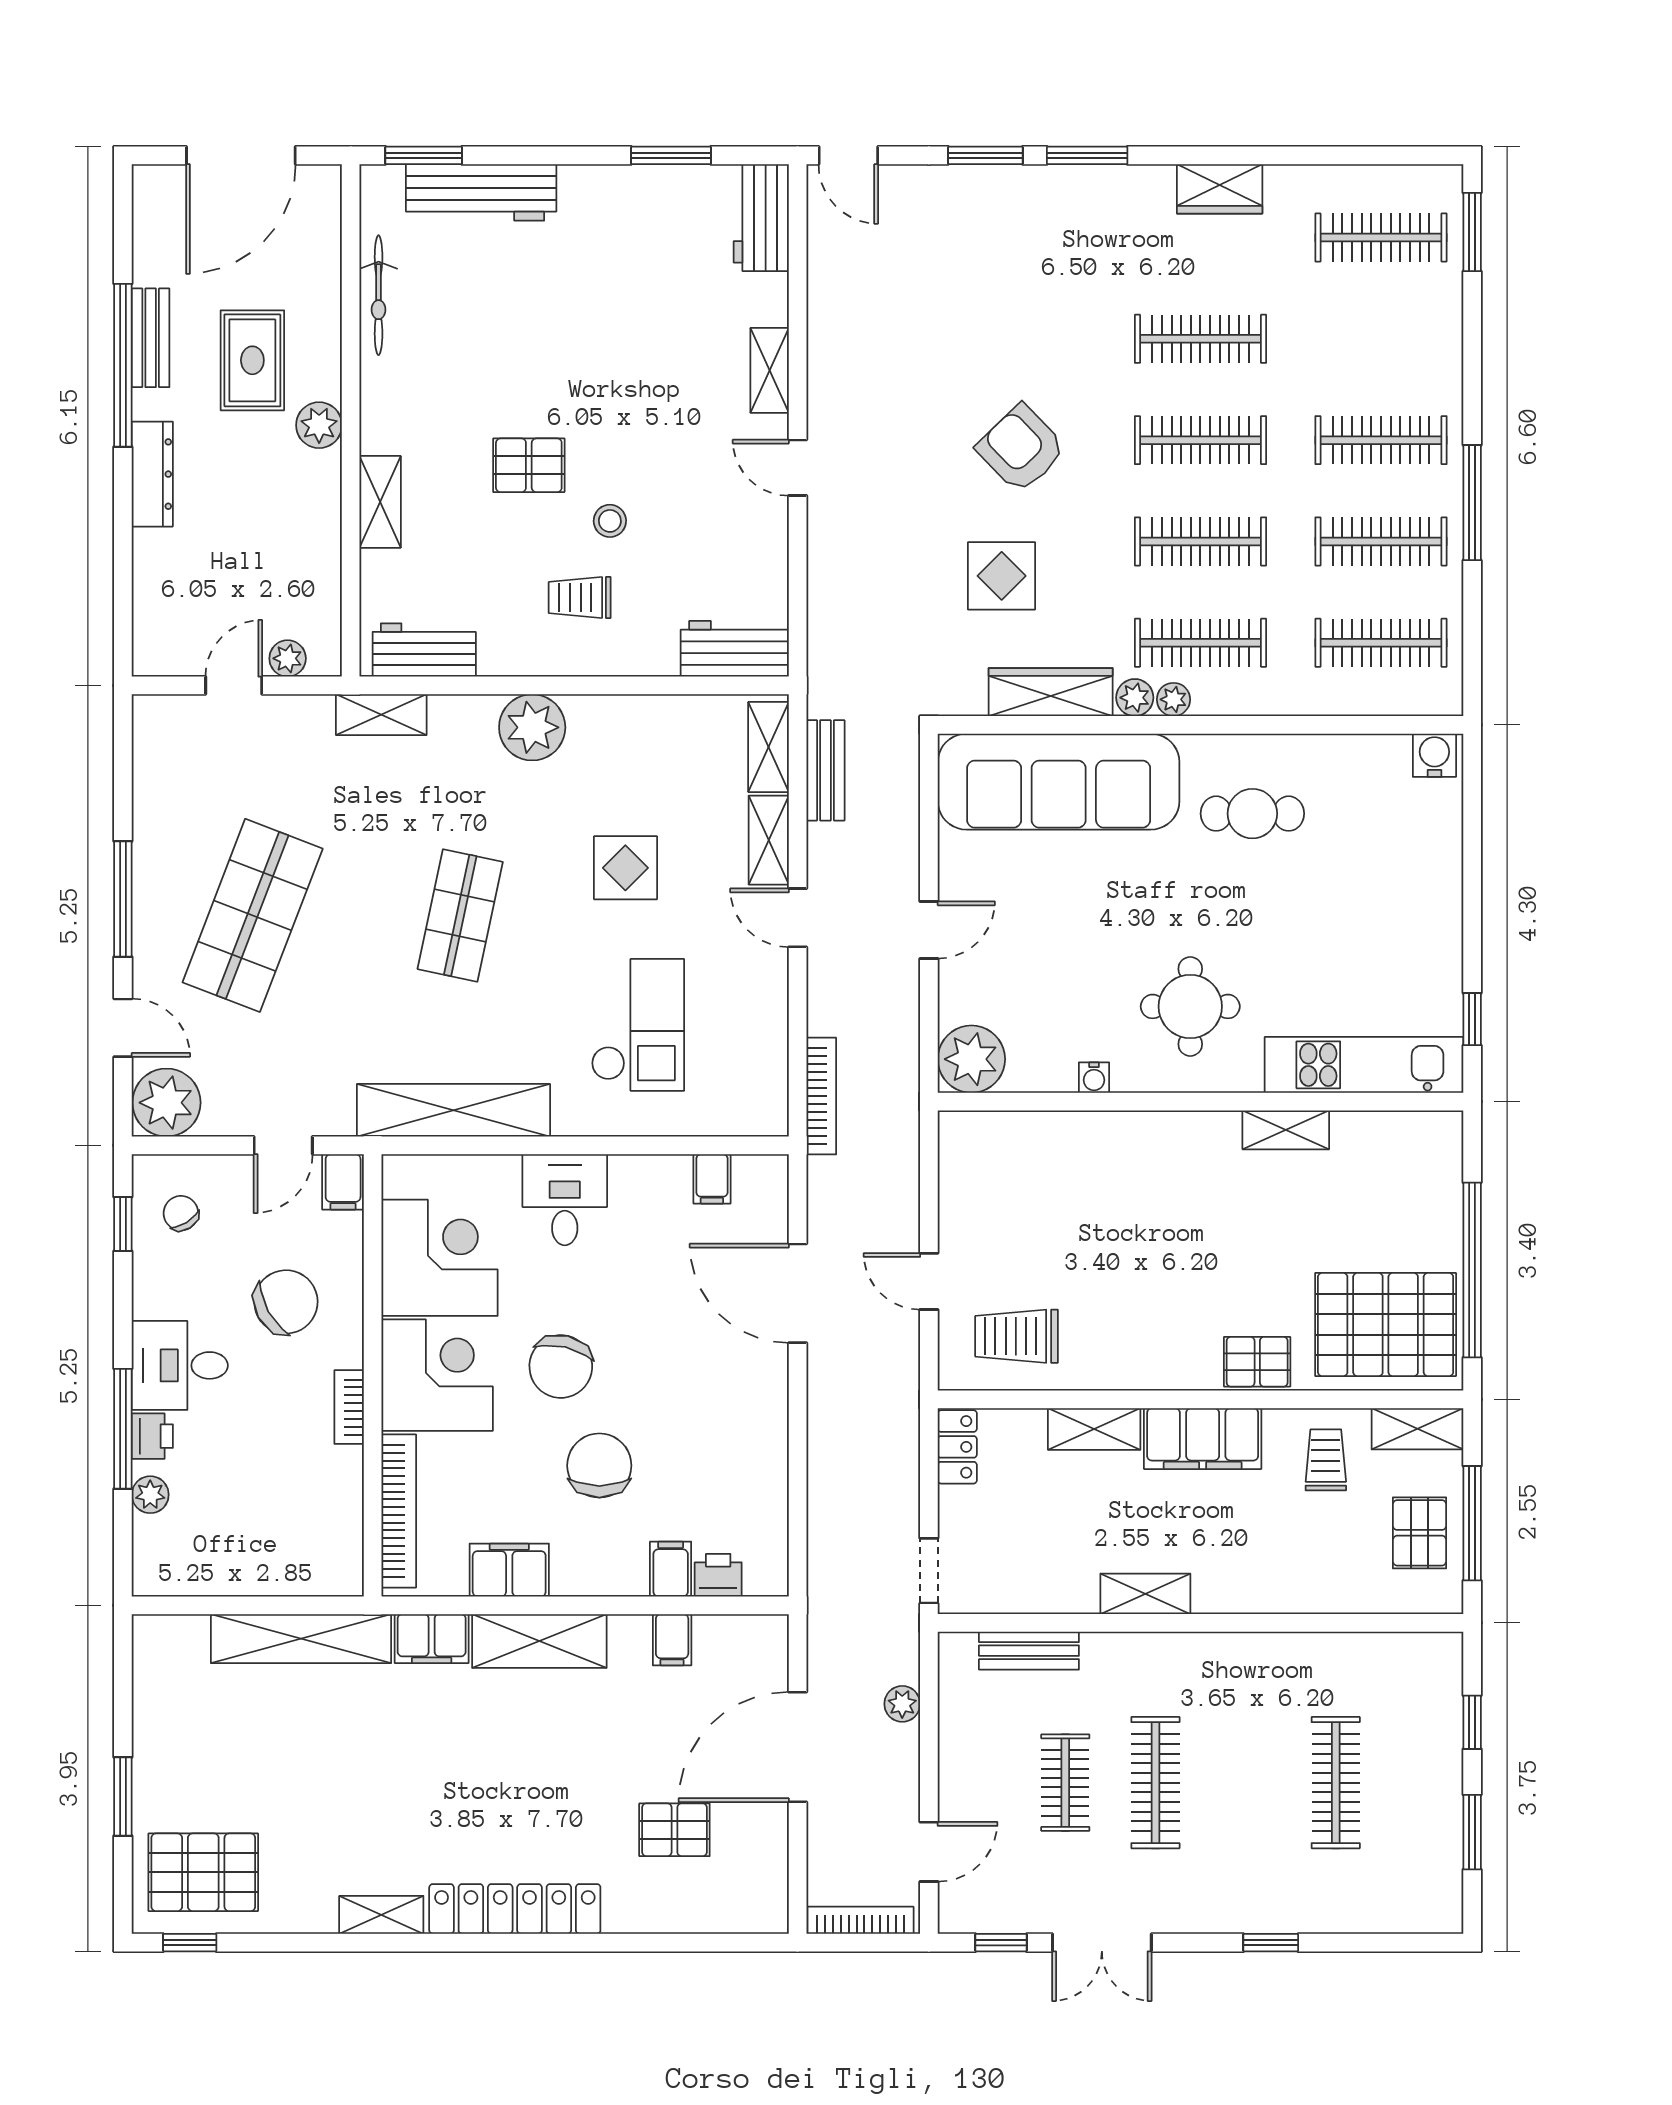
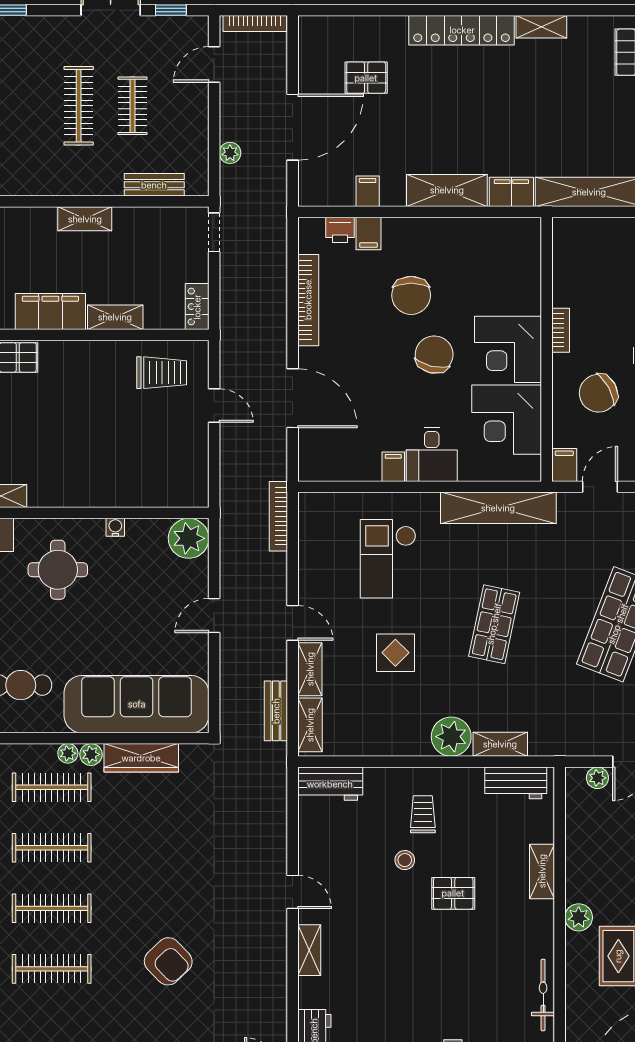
armchair: (1021, 449) -> (168, 961), moved
display table: (1002, 576) -> (171, 827), removed
trolley: (580, 598) -> (423, 814), turned -90
shelving: (381, 715) -> (500, 744), moved
filing cabinet: (712, 1179) -> (393, 467), moved
bookcase: (399, 1511) -> (308, 300), moved, turned 180
filing cabinet: (509, 1570) -> (465, 233), removed

